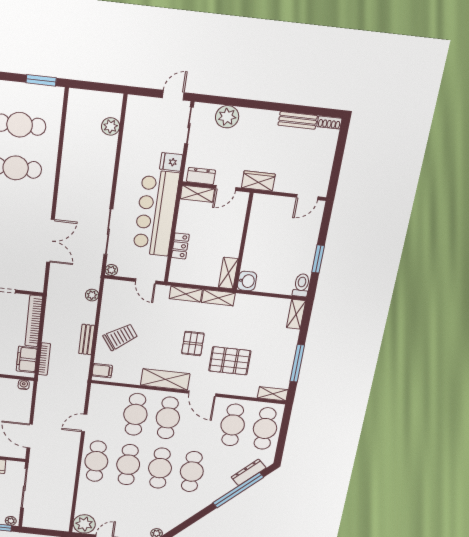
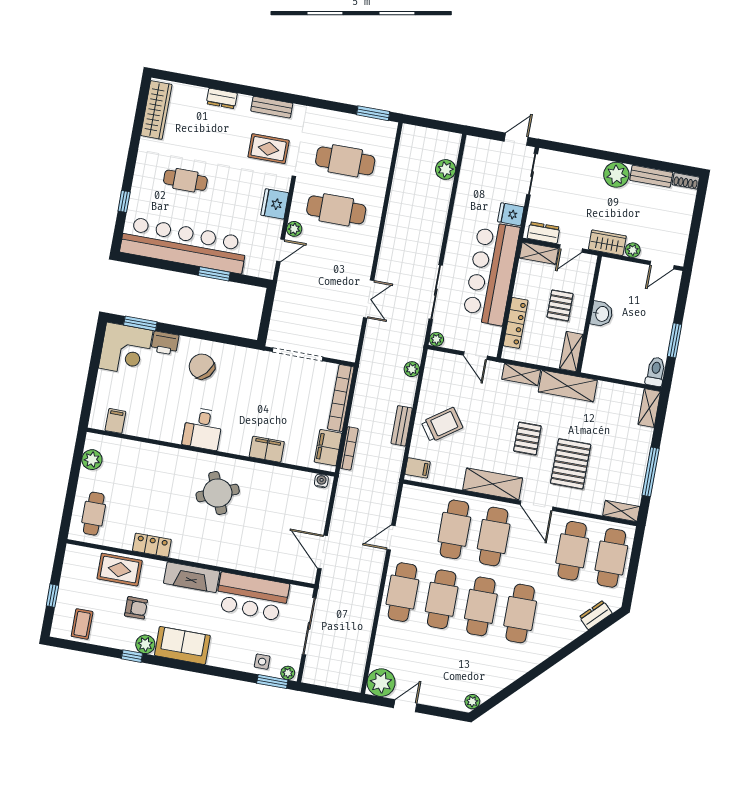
plant: (227, 117) -> (616, 175), moved
plant: (281, 186) -> (633, 250), added
pallet: (217, 236) -> (560, 305), added
double door: (50, 241) -> (369, 299), width x0.73
locker: (180, 246) -> (516, 323), width x1.53
washbasin: (247, 281) -> (602, 314), moved
shelving: (218, 298) -> (568, 386), width x1.50, depth x1.33
pallet: (230, 361) -> (571, 464), turned 90
dresser: (249, 472) -> (596, 615), width x0.70
window: (238, 490) -> (577, 643), removed

